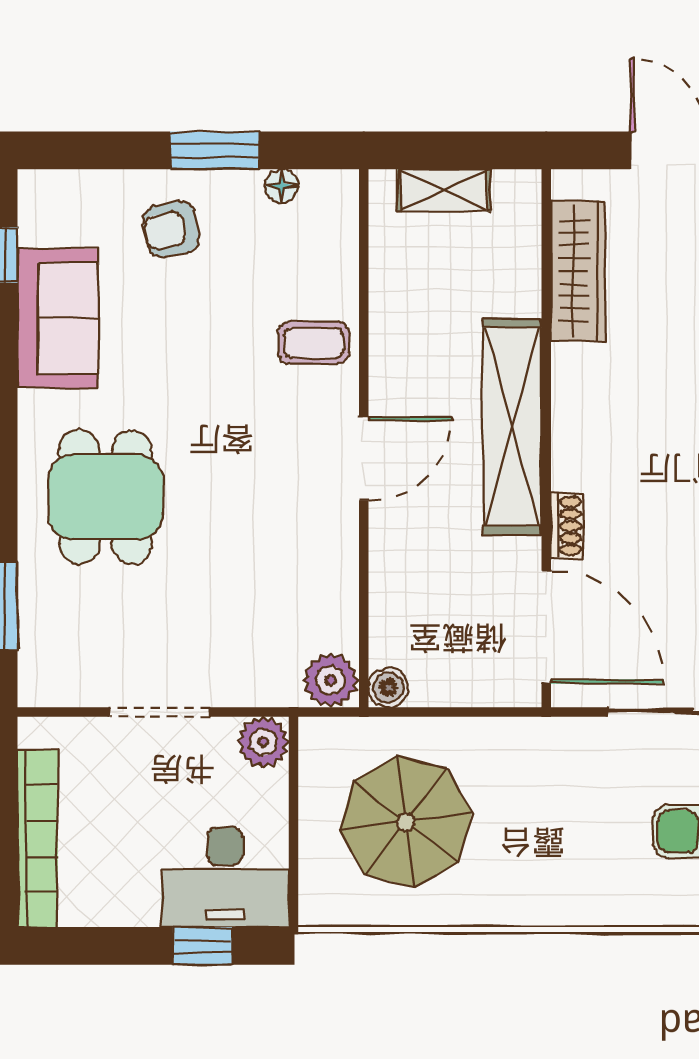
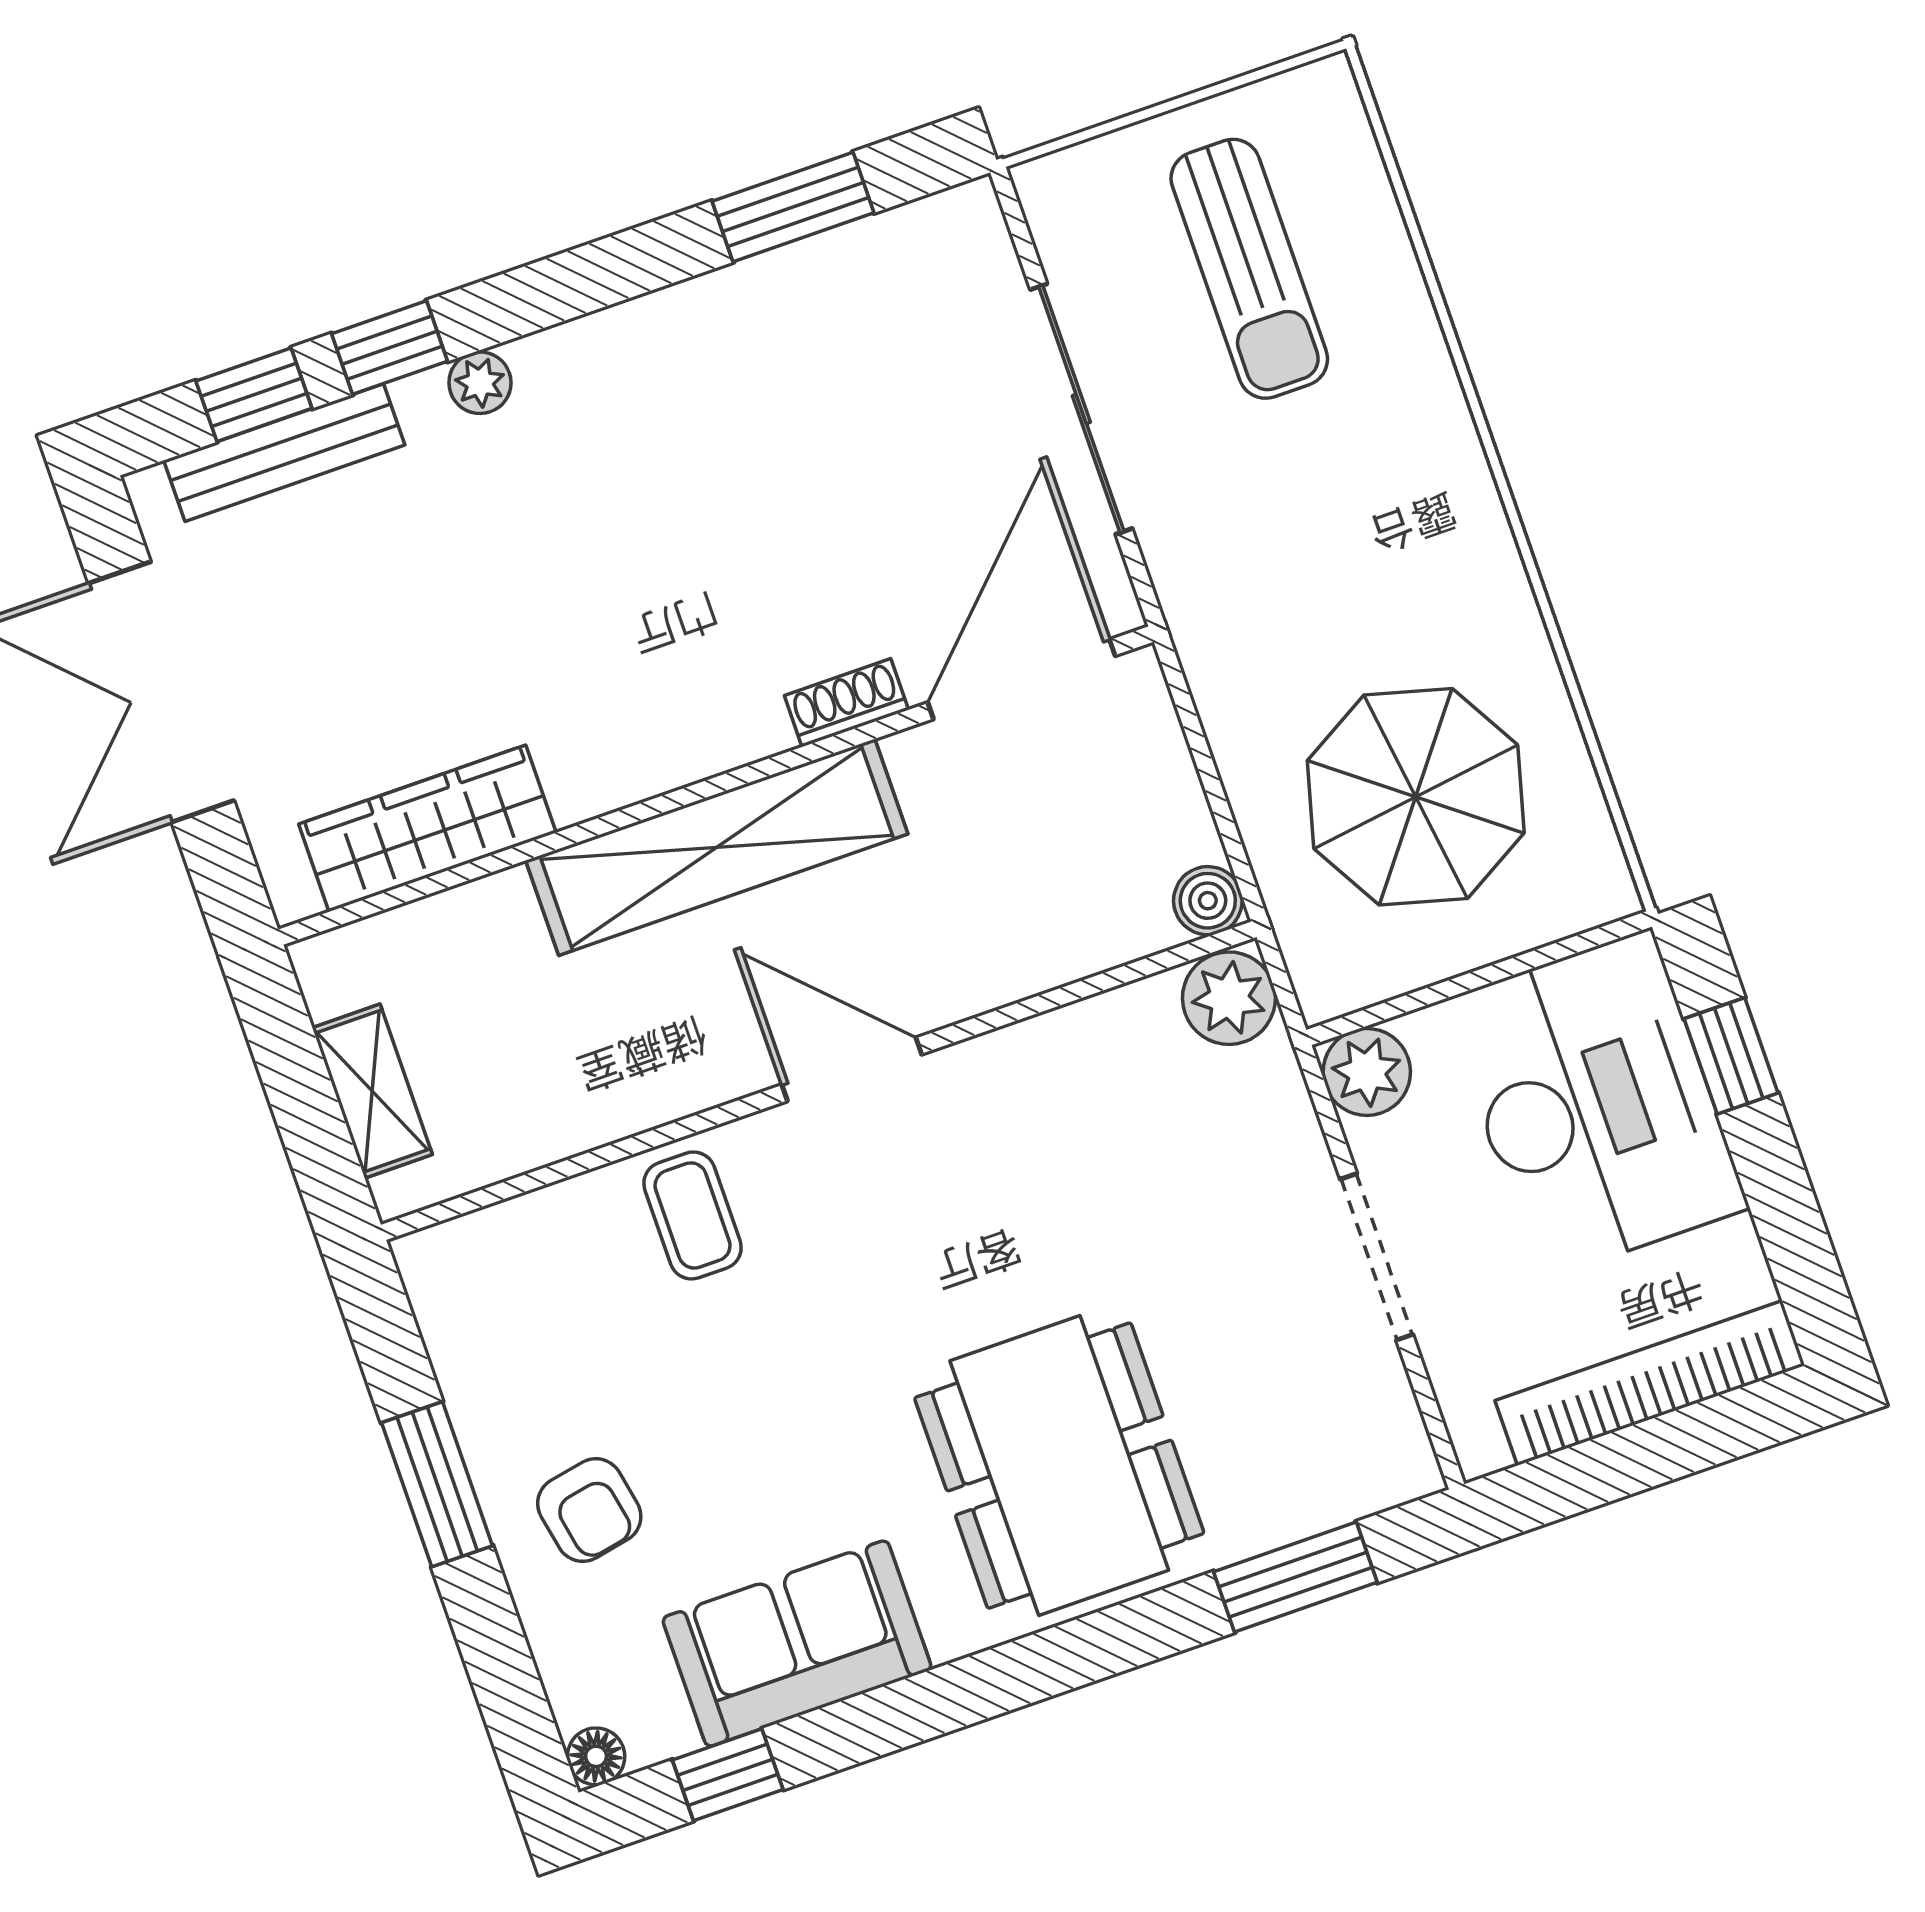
floor lamp: (281, 186) -> (596, 1756), moved
dining table: (105, 497) -> (1059, 1466), width x1.38
desk: (225, 877) -> (1596, 1104), width x1.36, depth x1.30

